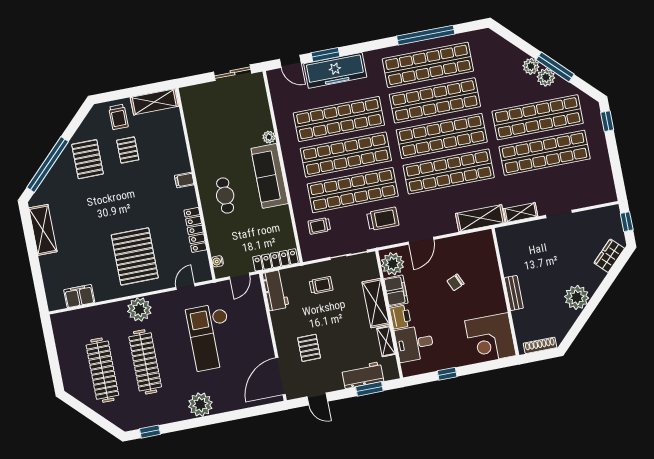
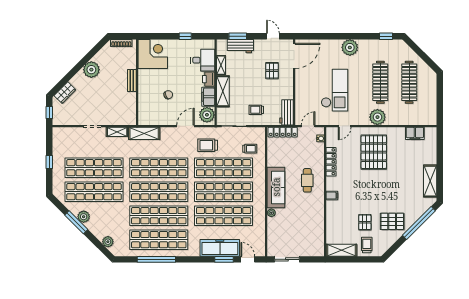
plant: (531, 66) -> (108, 242), moved
window: (607, 121) -> (49, 162), moved
pallet: (88, 159) -> (392, 221), turned 90

